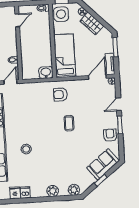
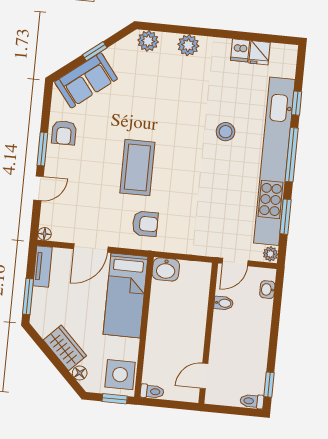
door: (97, 77) -> (91, 248), moved
coffee table: (69, 123) -> (137, 168), width x1.86, depth x1.72

